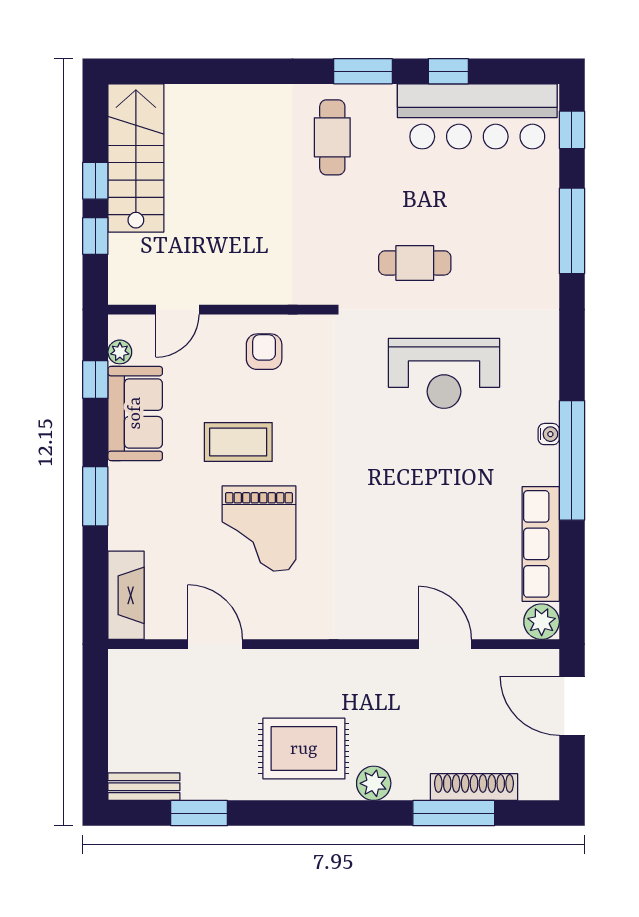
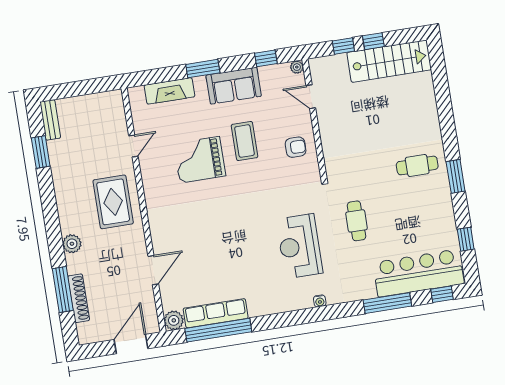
window: (448, 71) -> (466, 239), moved
bar counter: (477, 116) -> (418, 273), moved, turned 90
plant: (120, 352) -> (297, 67), moved
sofa: (135, 413) -> (234, 86), moved
water cooler: (549, 434) -> (320, 301), moved
window: (572, 460) -> (218, 330), moved
fireplace: (126, 595) -> (169, 91), moved
door: (215, 644) -> (133, 146), width x0.73
rug: (304, 749) -> (113, 202), moved

